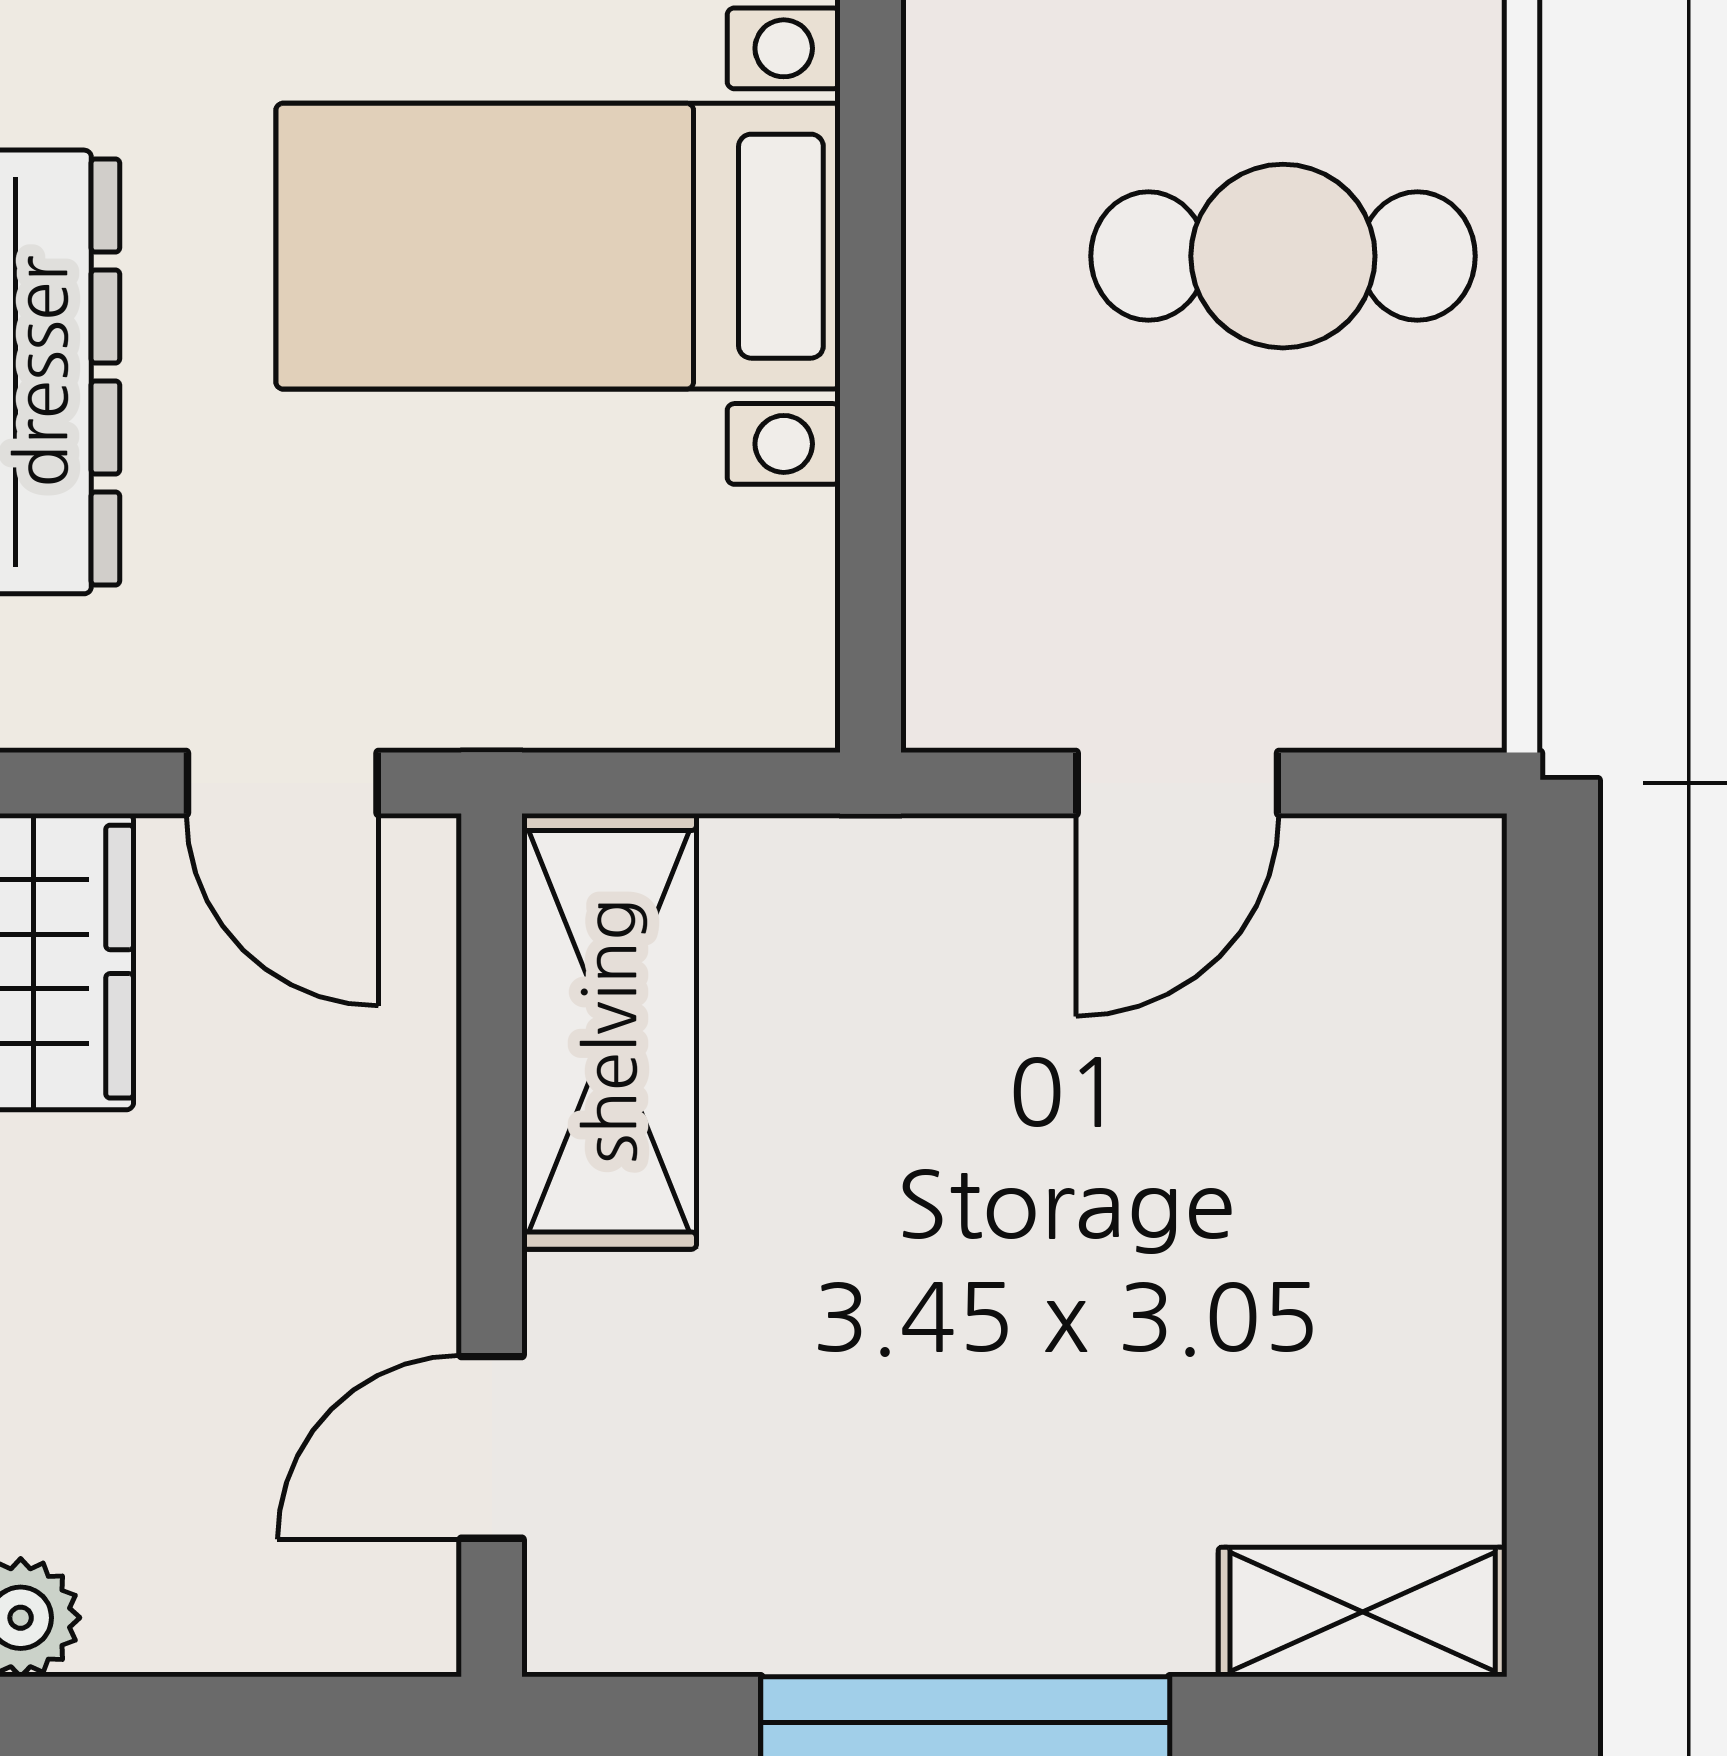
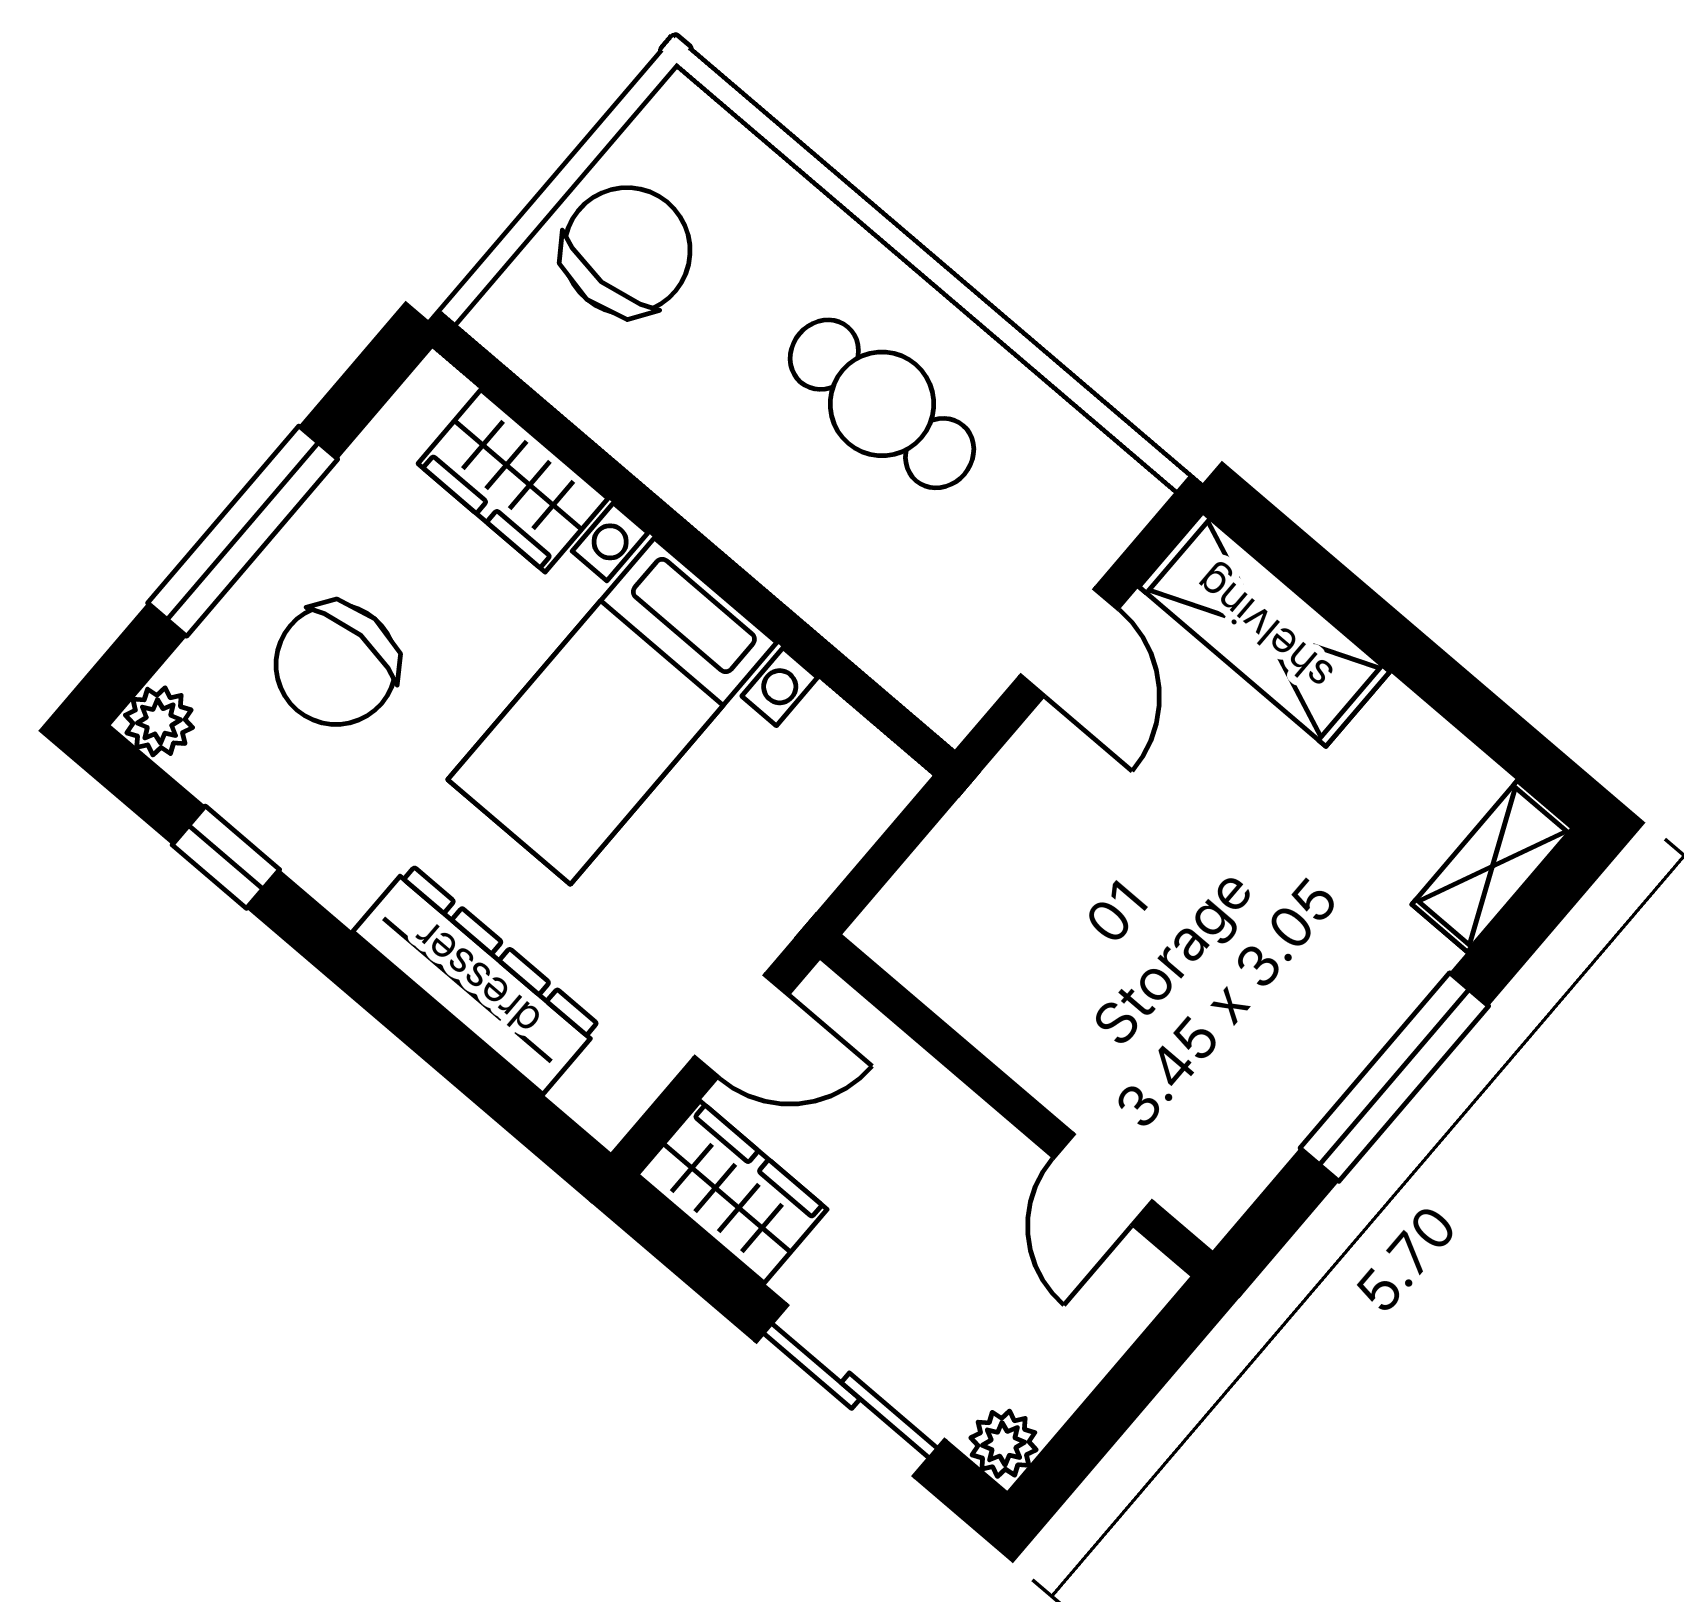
cafe table: (1283, 256) -> (882, 404), turned 90
shelving: (609, 1031) -> (1264, 629), moved

